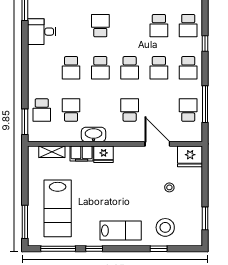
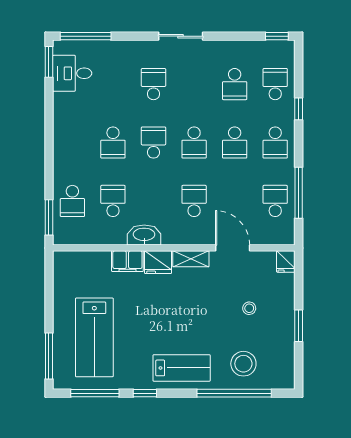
school desk: (188, 26) -> (275, 84), turned 180
desk: (42, 32) -> (72, 73), moved
school desk: (100, 68) -> (154, 143), turned 180
shelving: (52, 152) -> (191, 259), moved
fridge: (190, 156) -> (286, 262), width x0.53, depth x0.75
window: (205, 218) -> (299, 326), moved
window: (159, 249) -> (234, 393), width x3.17

